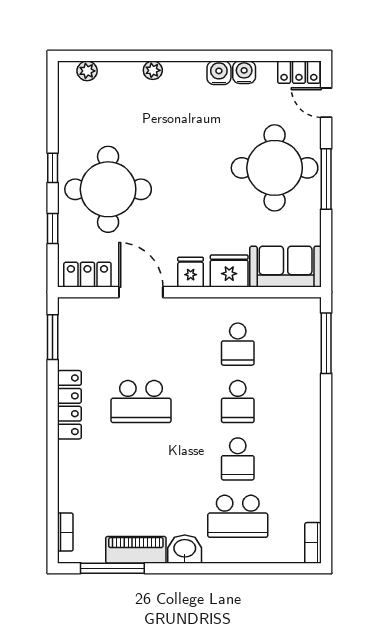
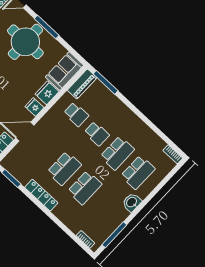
school desk: (141, 459) -> (85, 188), added
school desk: (238, 459) -> (117, 153), width x1.85
piano: (136, 550) -> (82, 84), moved, turned 180

